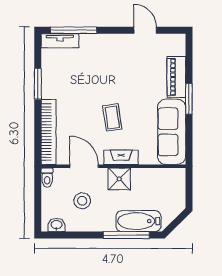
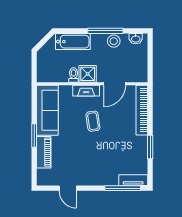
door: (84, 166) -> (115, 84), hinge flipped
toilet: (47, 178) -> (74, 75), moved
stool: (82, 201) -> (114, 41), moved
window: (126, 235) -> (105, 31), moved

